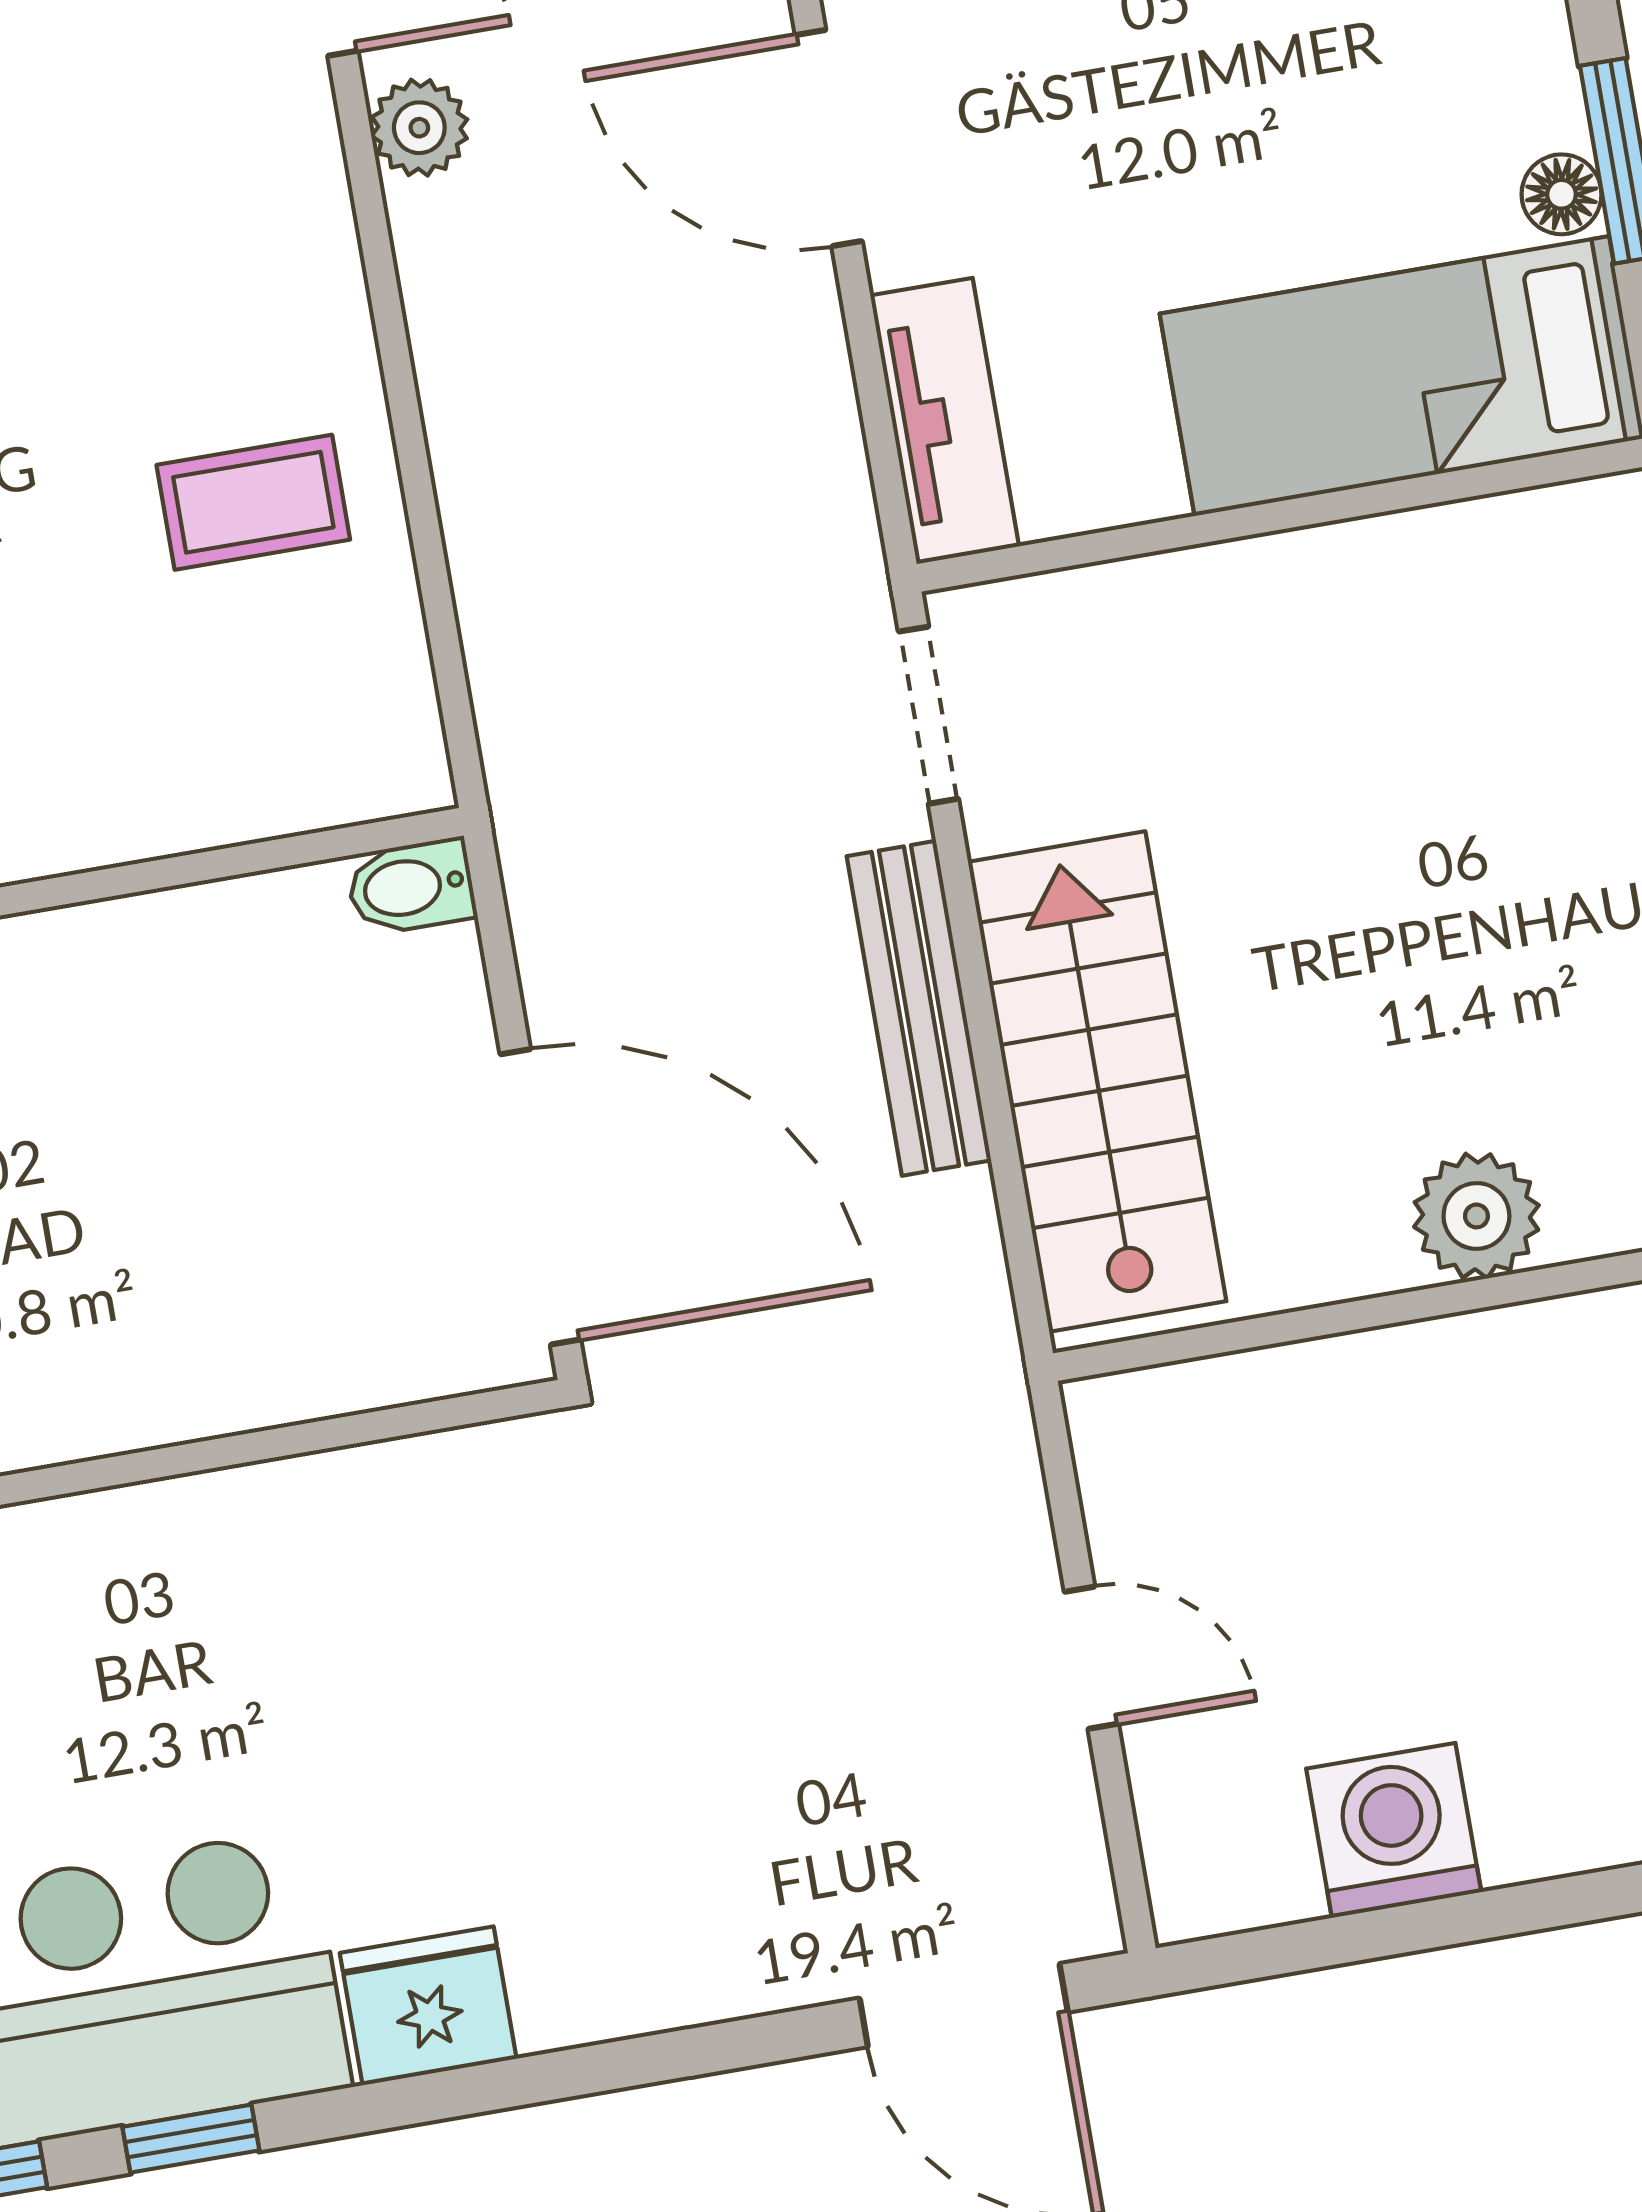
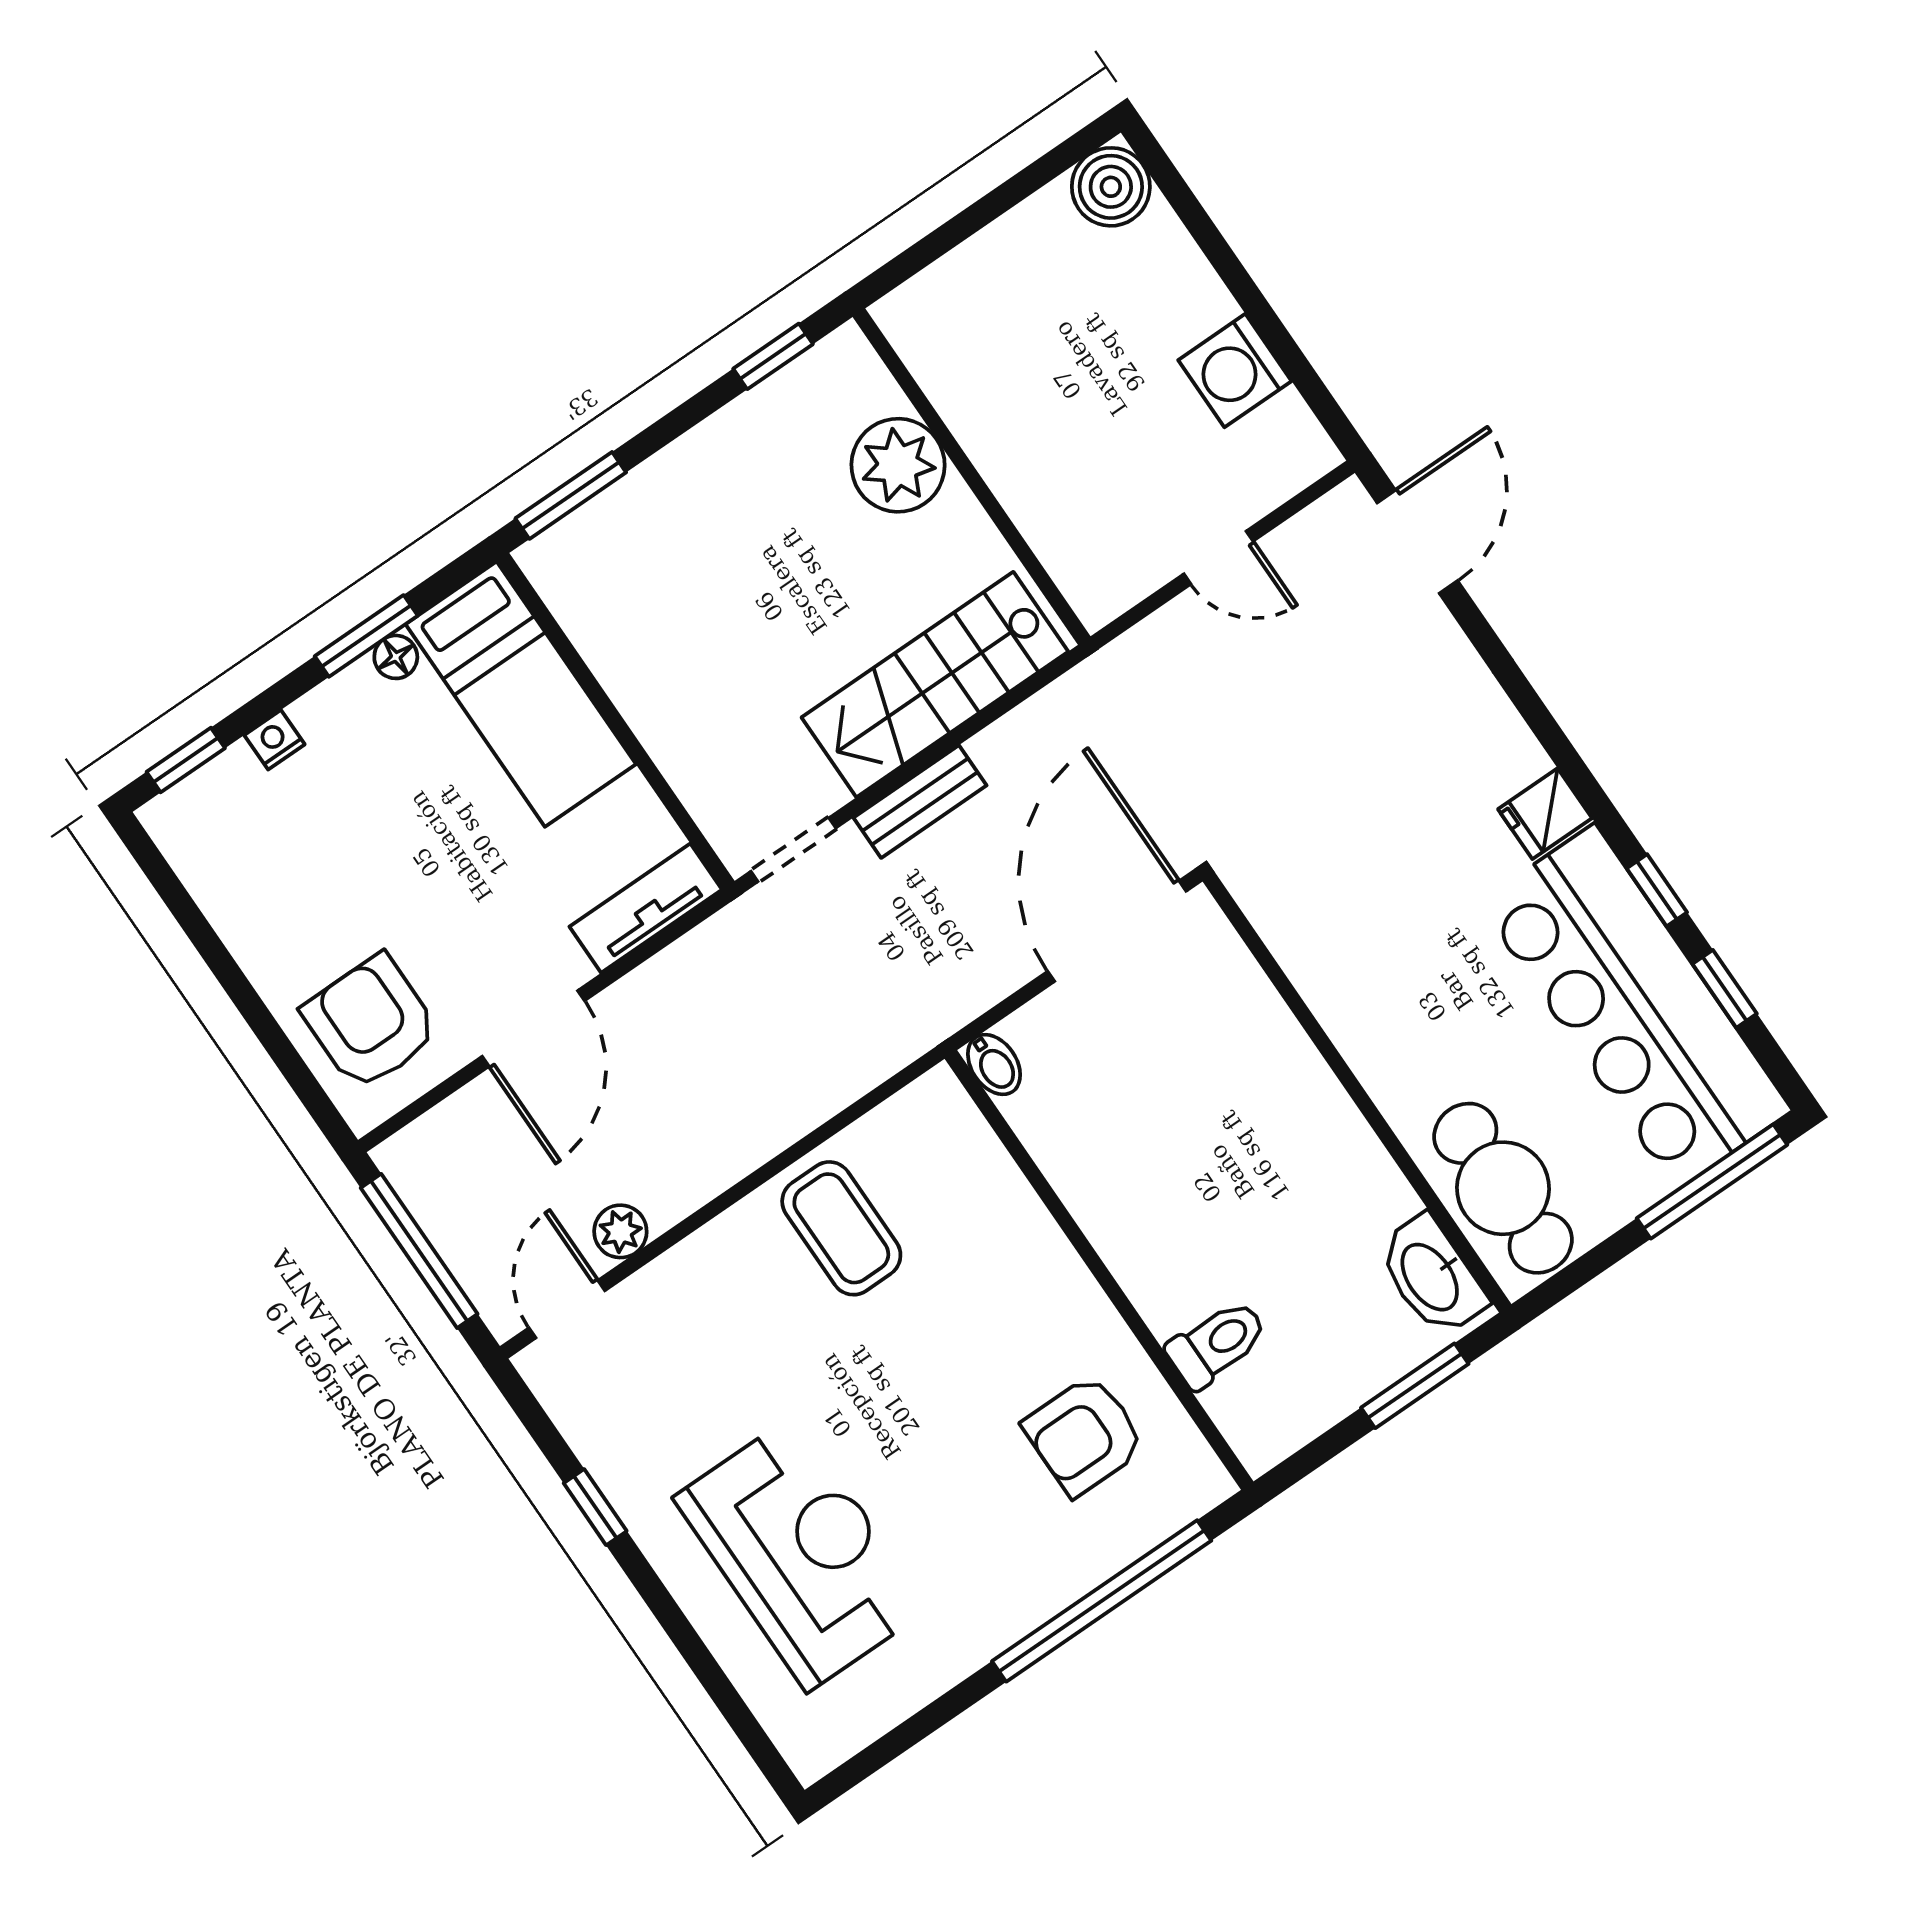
coffee table: (253, 502) -> (841, 1228), width x1.36, depth x1.30
bench: (919, 1008) -> (920, 802), width x0.73
plant: (1476, 1216) -> (898, 465), width x1.36, depth x1.36
door: (1091, 1658) -> (1219, 558), swing flipped
fridge: (428, 2006) -> (1545, 814), width x0.72

